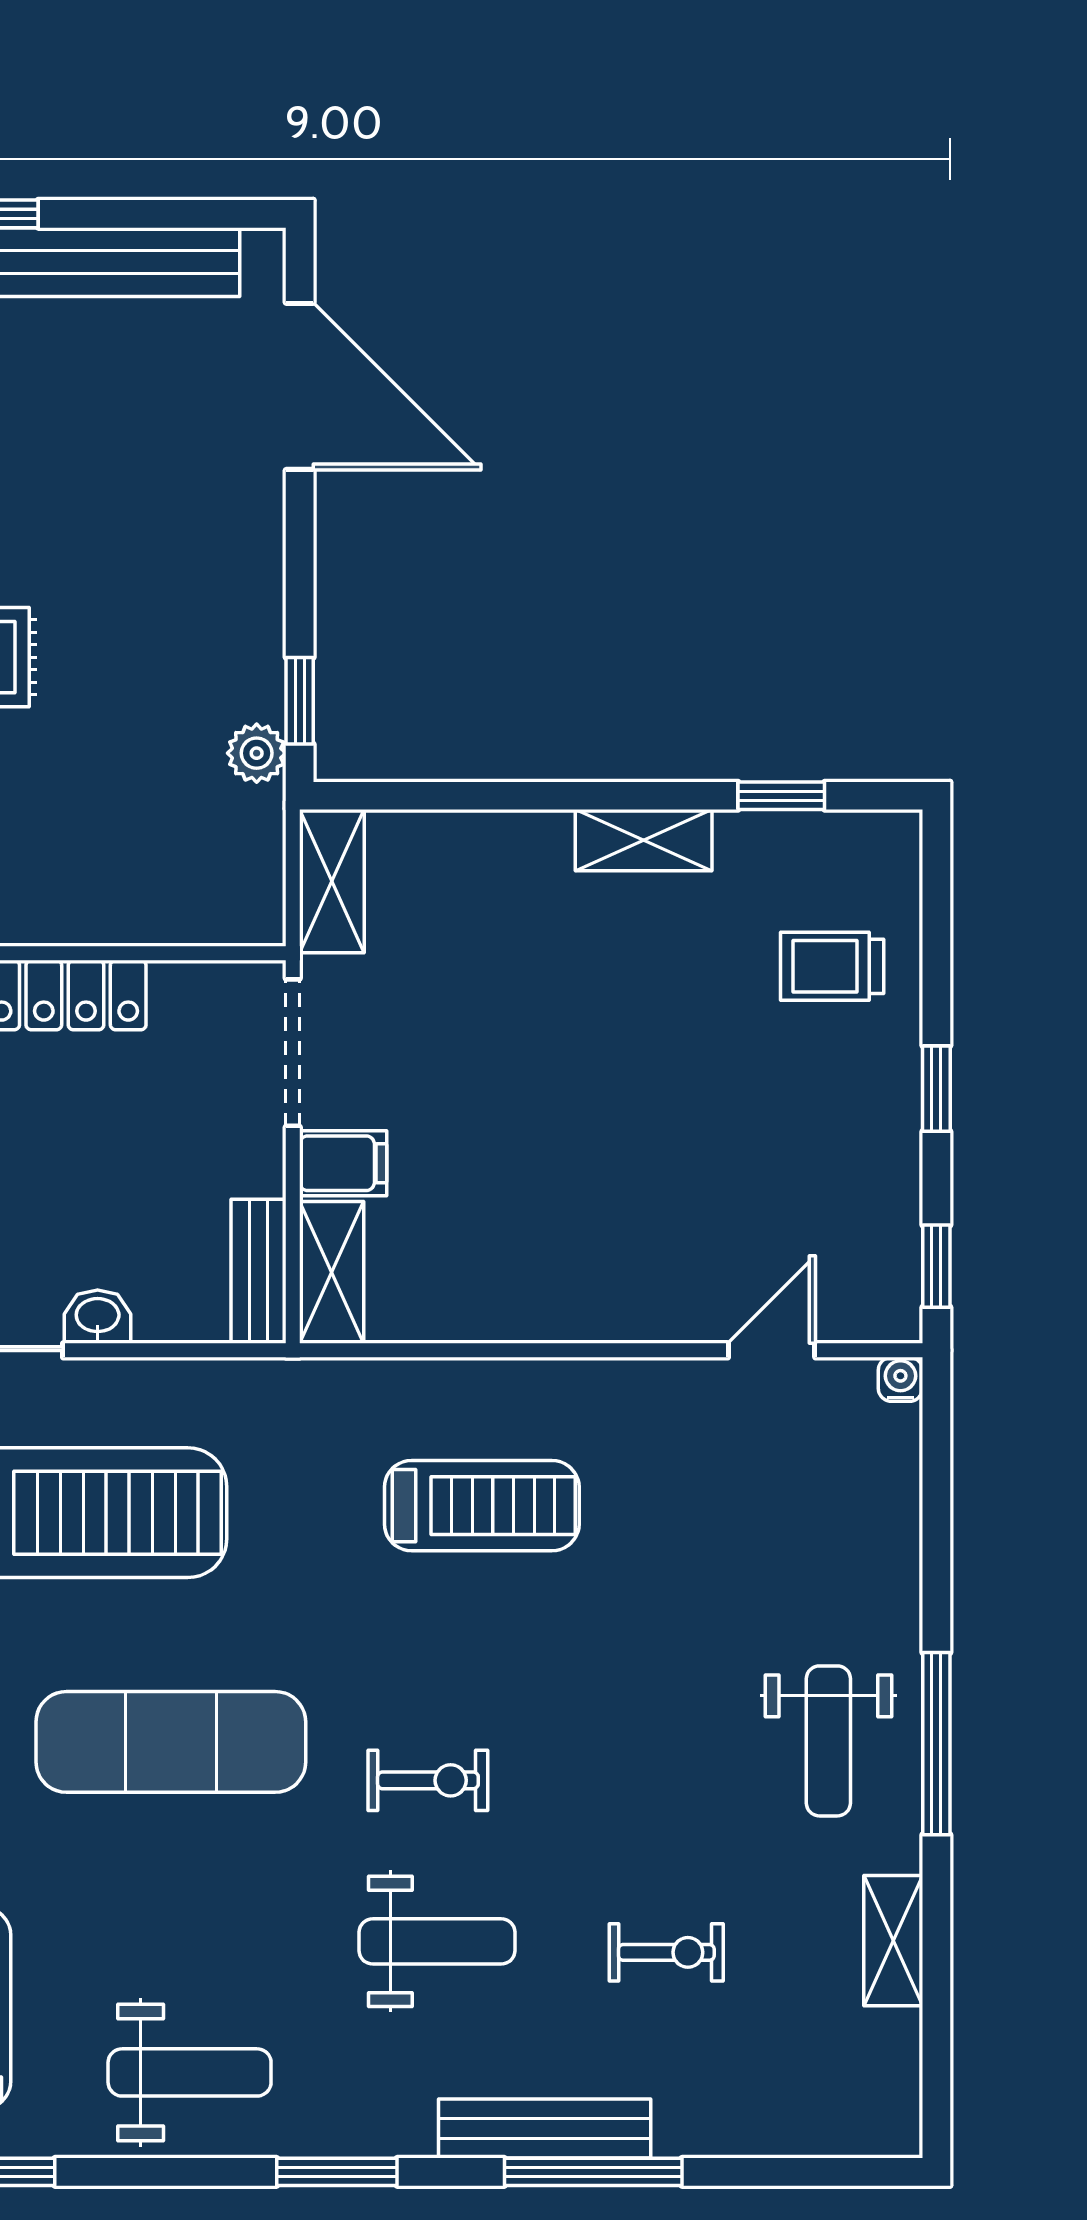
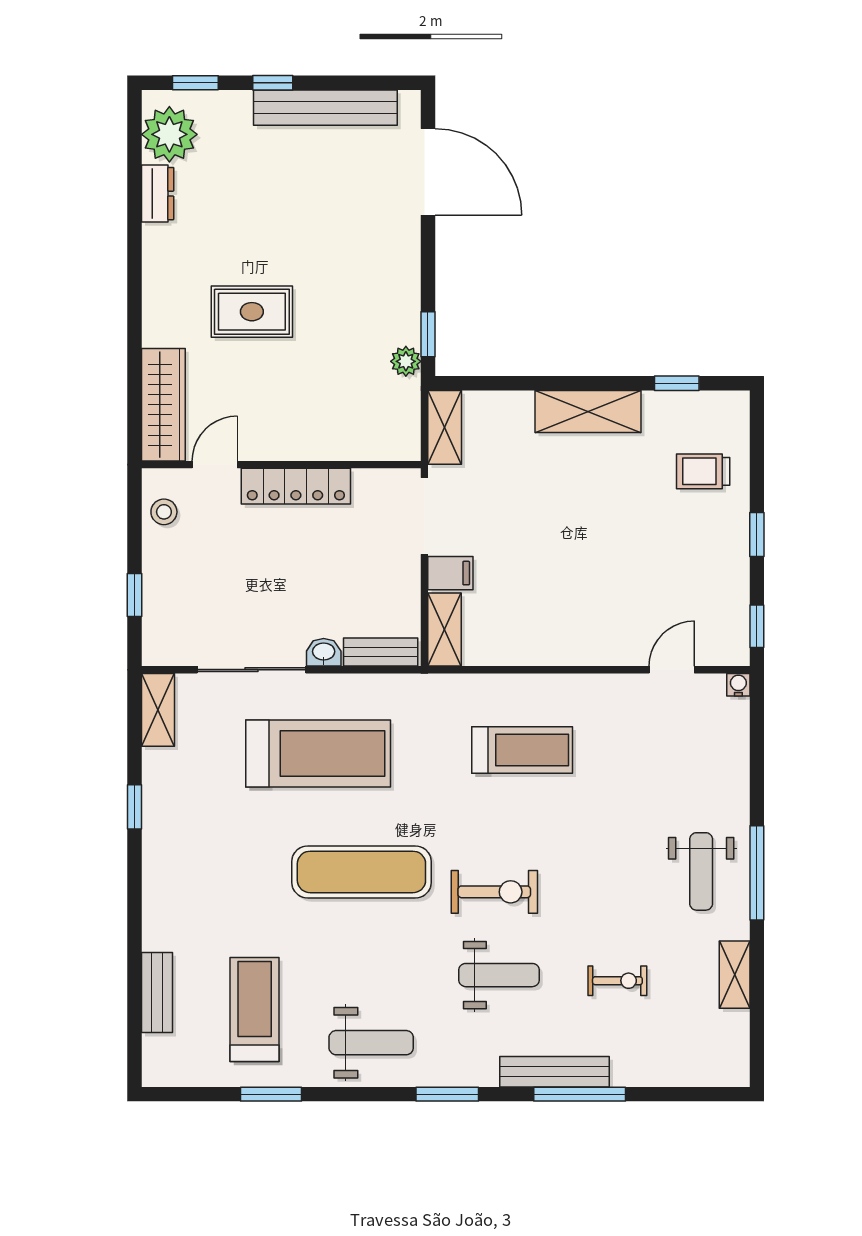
shelving: (644, 840) -> (588, 412), width x1.50, depth x1.33
bench: (259, 1271) -> (381, 652), moved, turned 90
exercise bike: (428, 1780) -> (494, 892), width x1.38, depth x1.39

